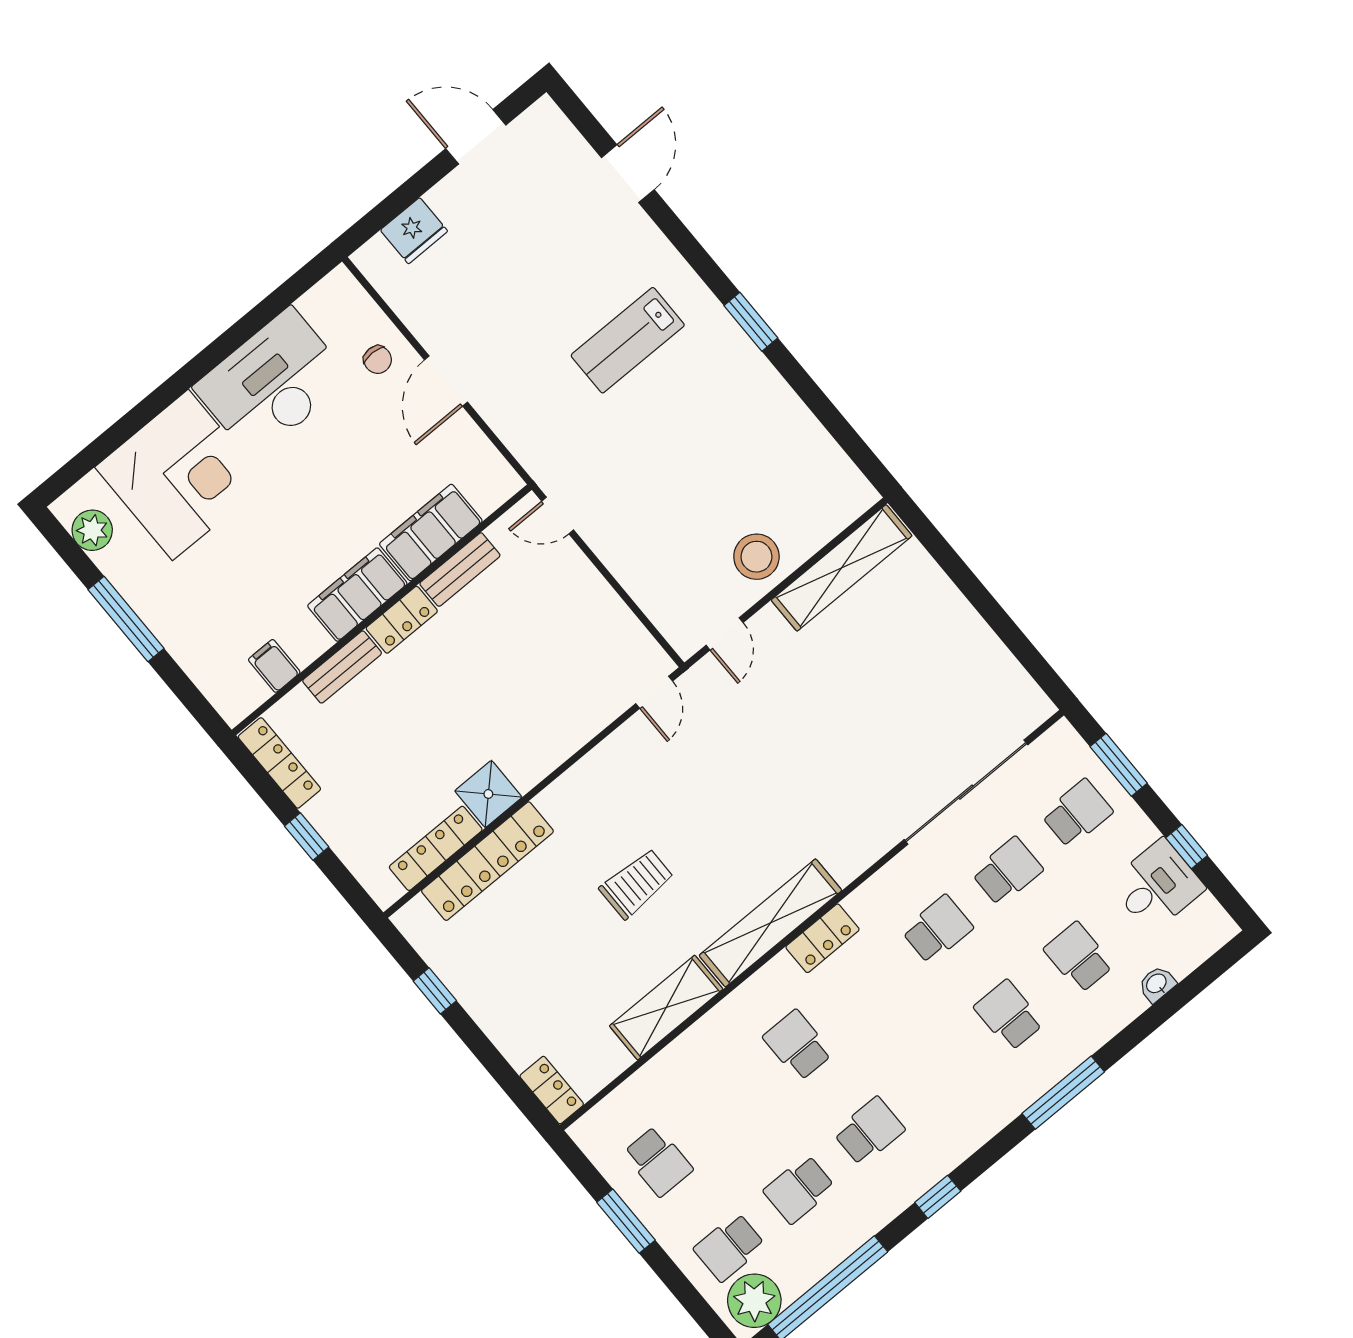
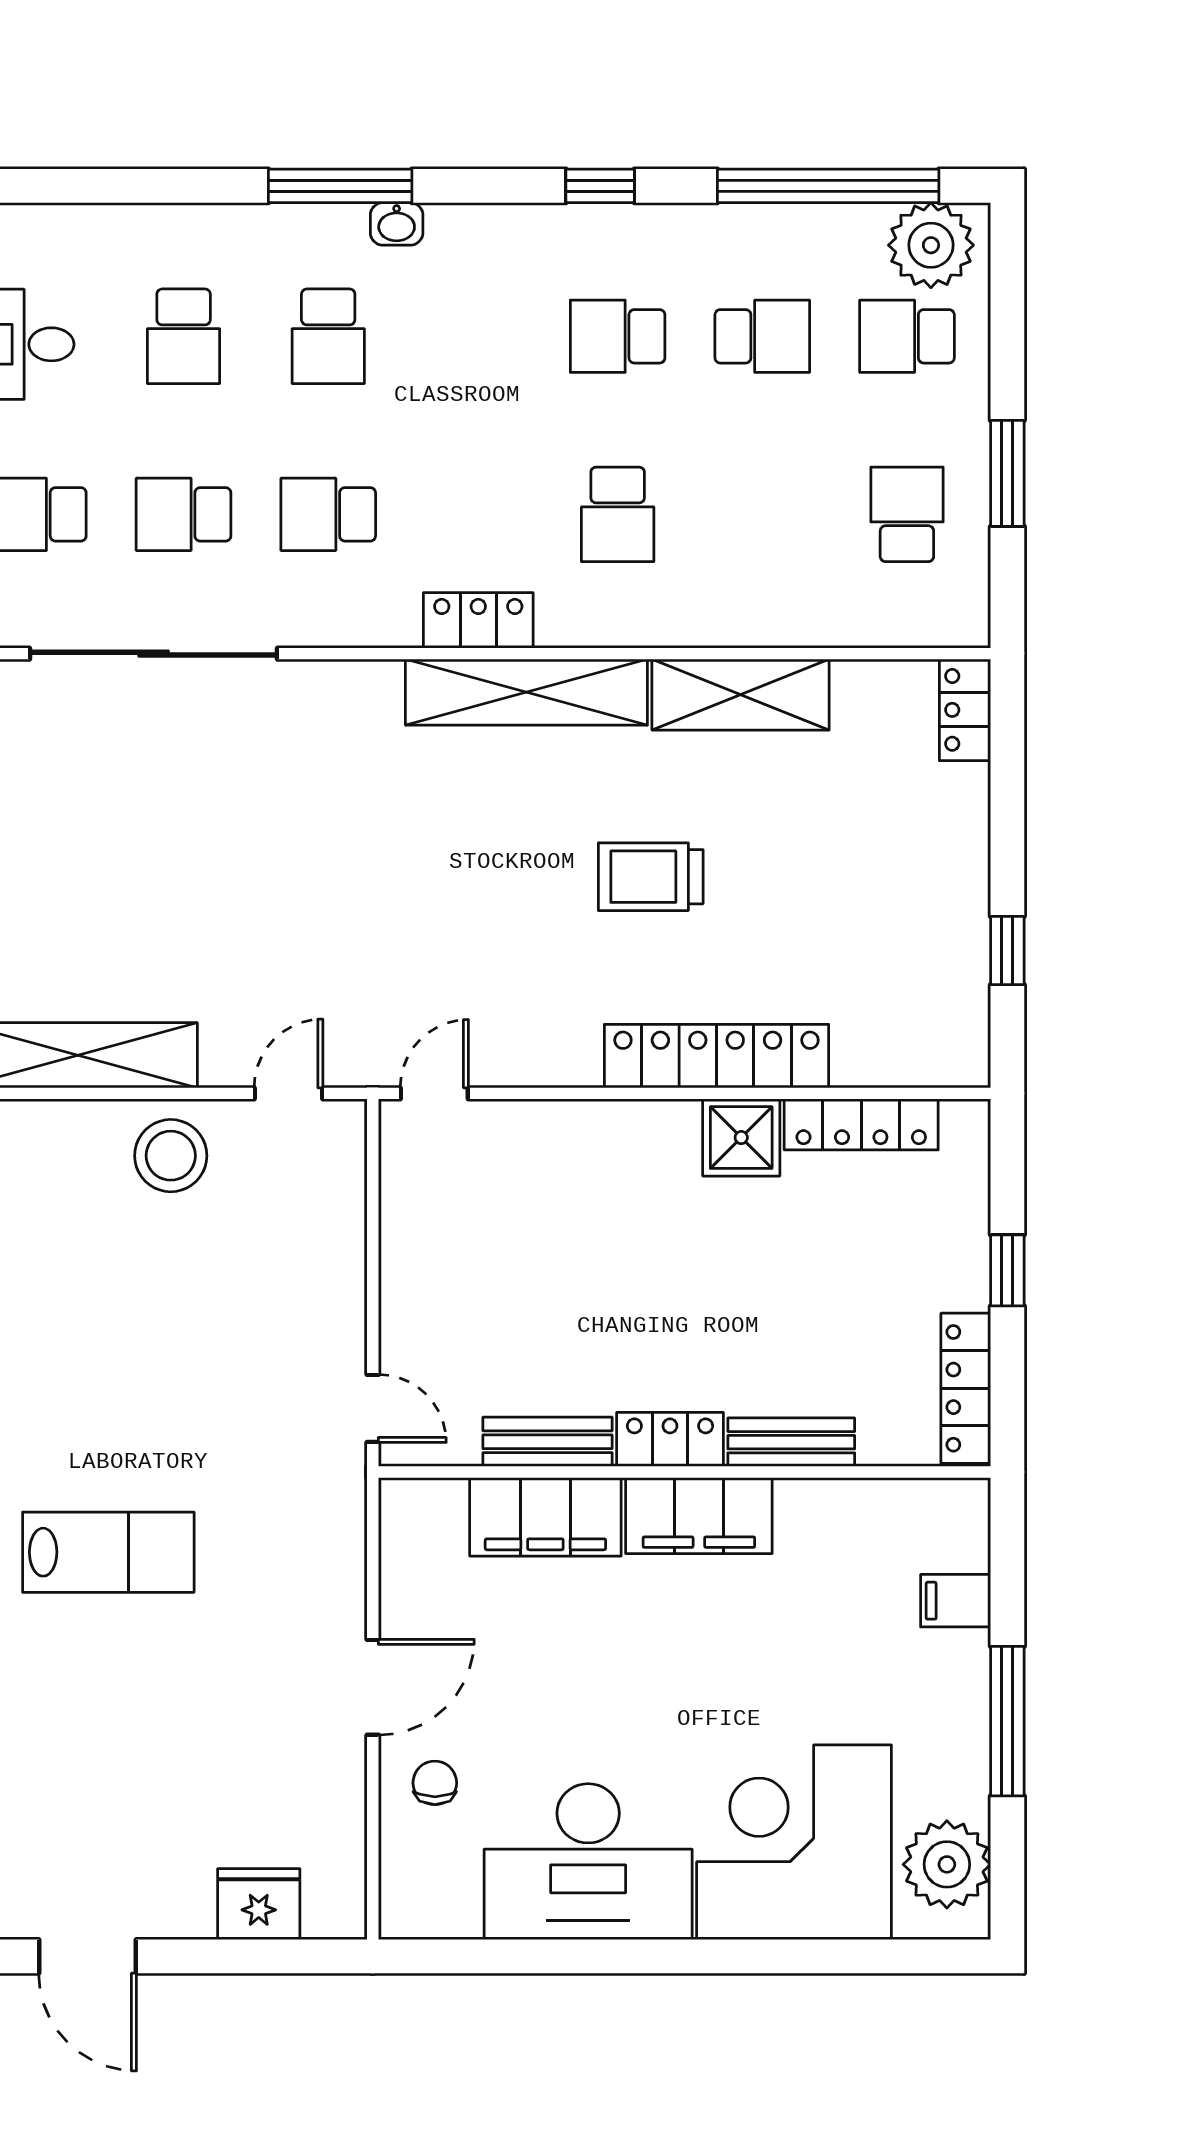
plant: (92, 530) -> (947, 1864), width x1.36, depth x1.36
filing cabinet: (274, 666) -> (956, 1601), moved, turned 90
locker: (487, 861) -> (716, 1056), moved
washbasin: (1157, 984) -> (397, 224), moved
school desk: (729, 1247) -> (907, 336), turned 180

